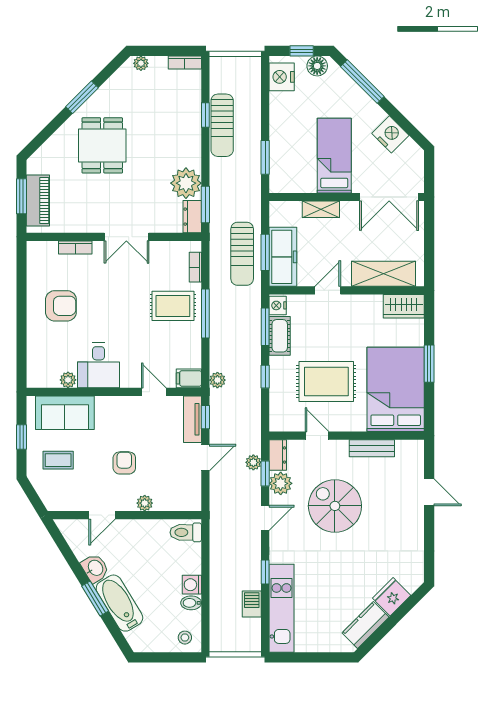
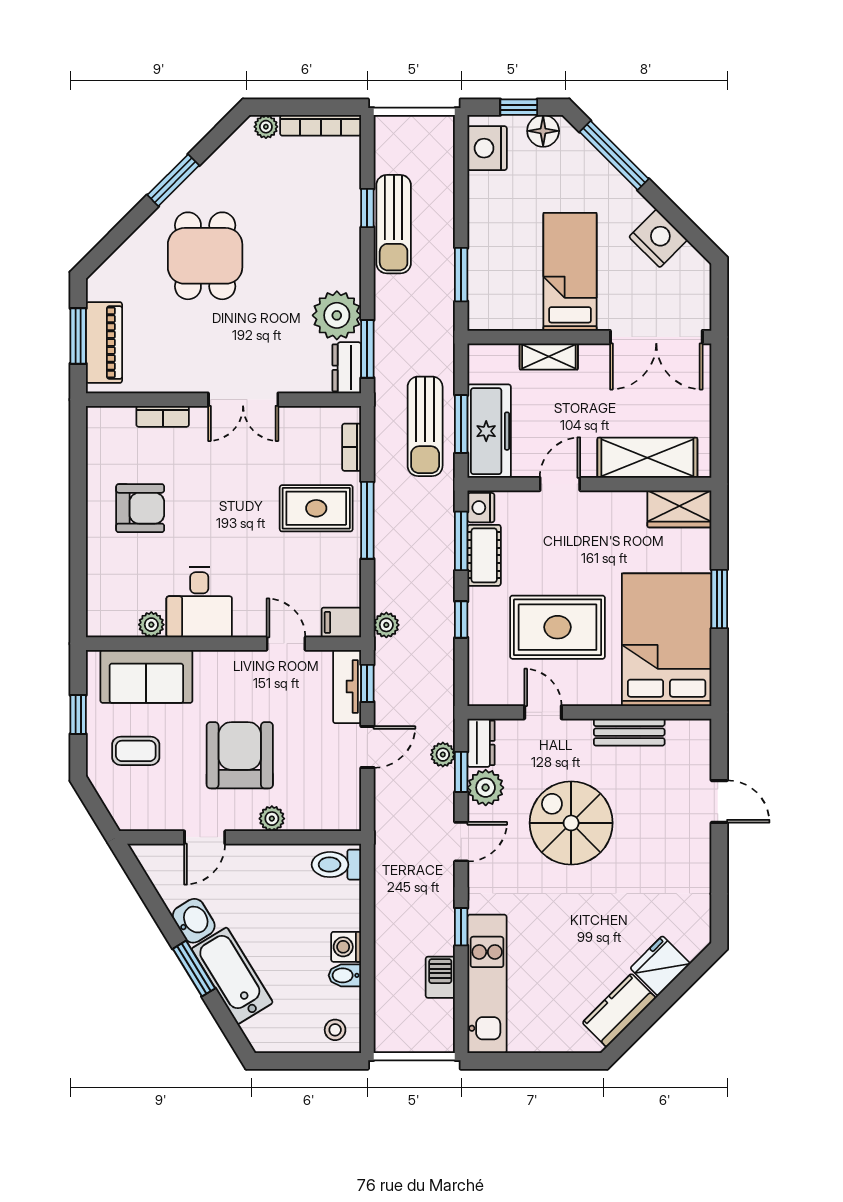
bookcase: (185, 62) -> (321, 125), width x1.56
armchair: (124, 463) -> (240, 755), width x1.88, depth x1.88

